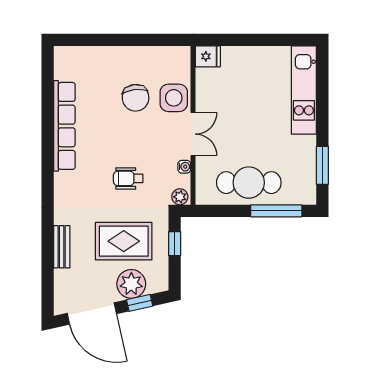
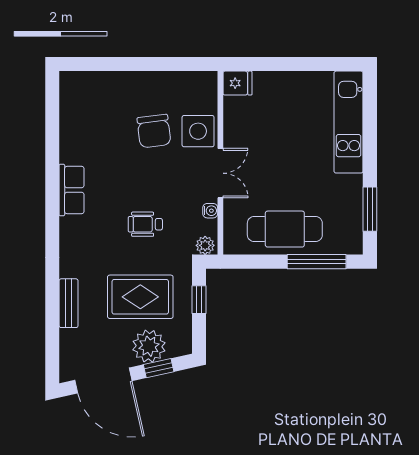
row of seats: (64, 126) -> (72, 190), width x0.50

